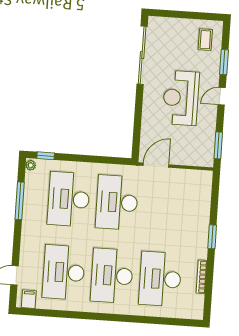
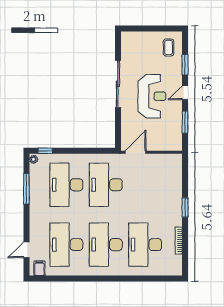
sliding door: (142, 55) -> (118, 84), moved
reception desk: (181, 98) -> (152, 96), turned 180
window: (218, 145) -> (185, 122), moved

